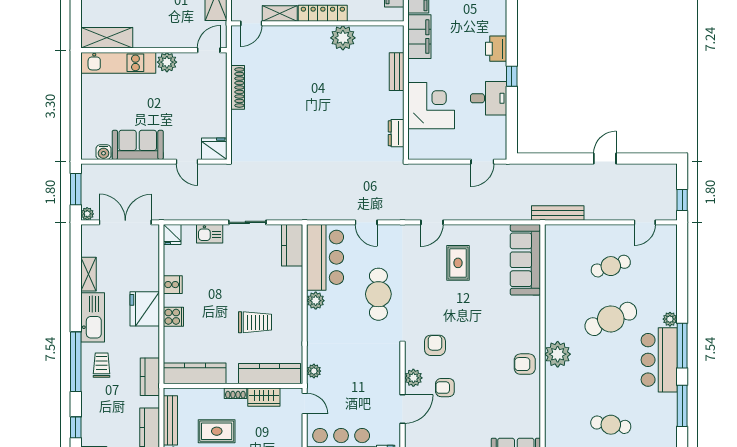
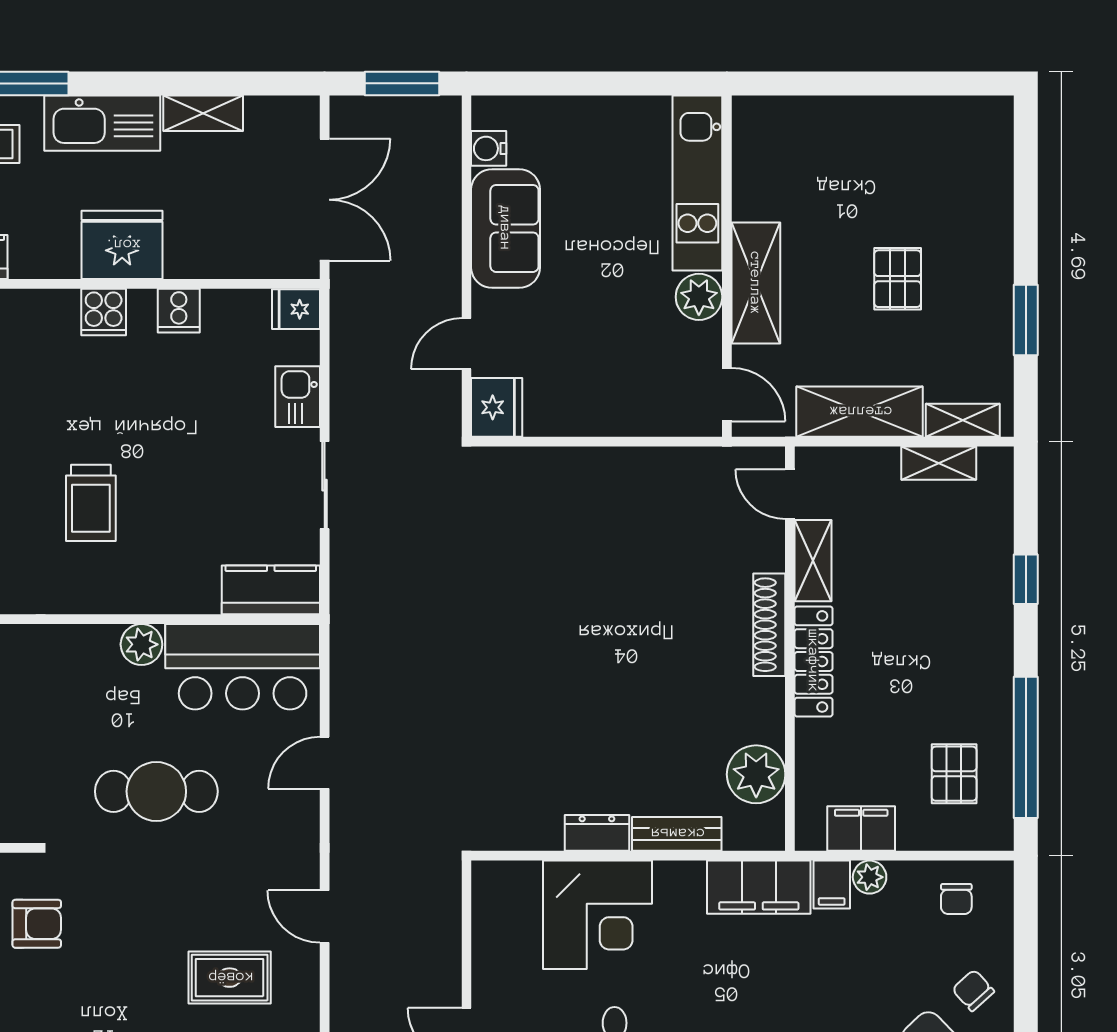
shelving: (107, 38) -> (756, 283), moved
plant: (343, 38) -> (756, 774), moved
shoe rack: (238, 87) -> (769, 625), moved, turned 90
dresser: (396, 133) -> (597, 833), moved
plant: (87, 214) -> (344, 110), removed

